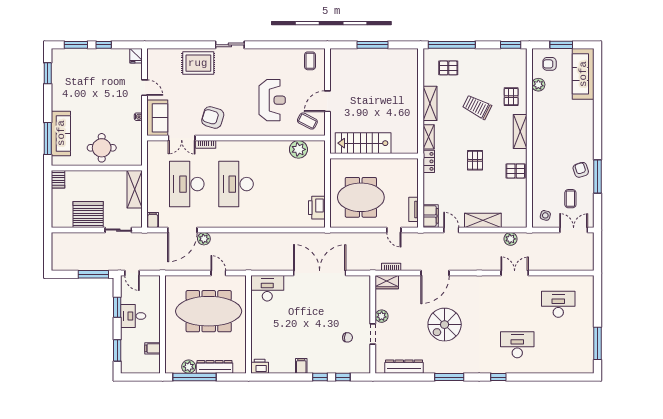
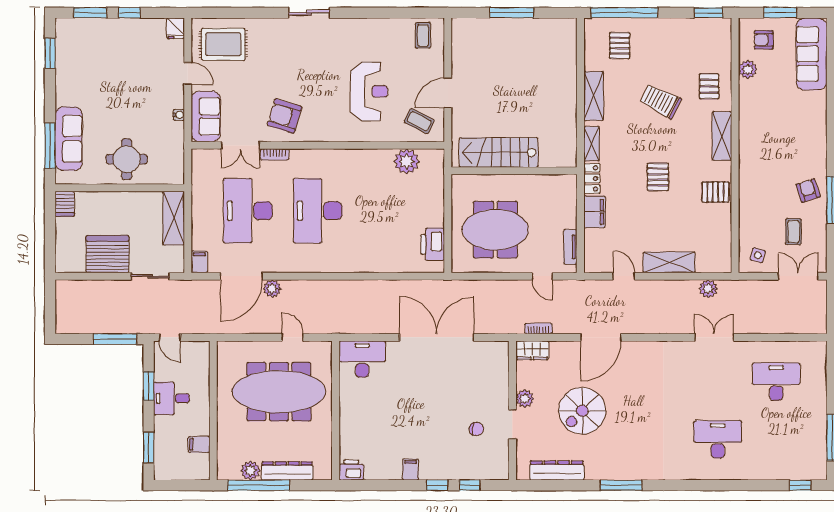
rug: (198, 63) -> (223, 44), moved
pallet: (448, 68) -> (620, 46), turned 90
filing cabinet: (431, 216) -> (595, 212), moved
spiral stairs: (445, 325) -> (582, 411), moved
window: (498, 377) -> (800, 485), moved

